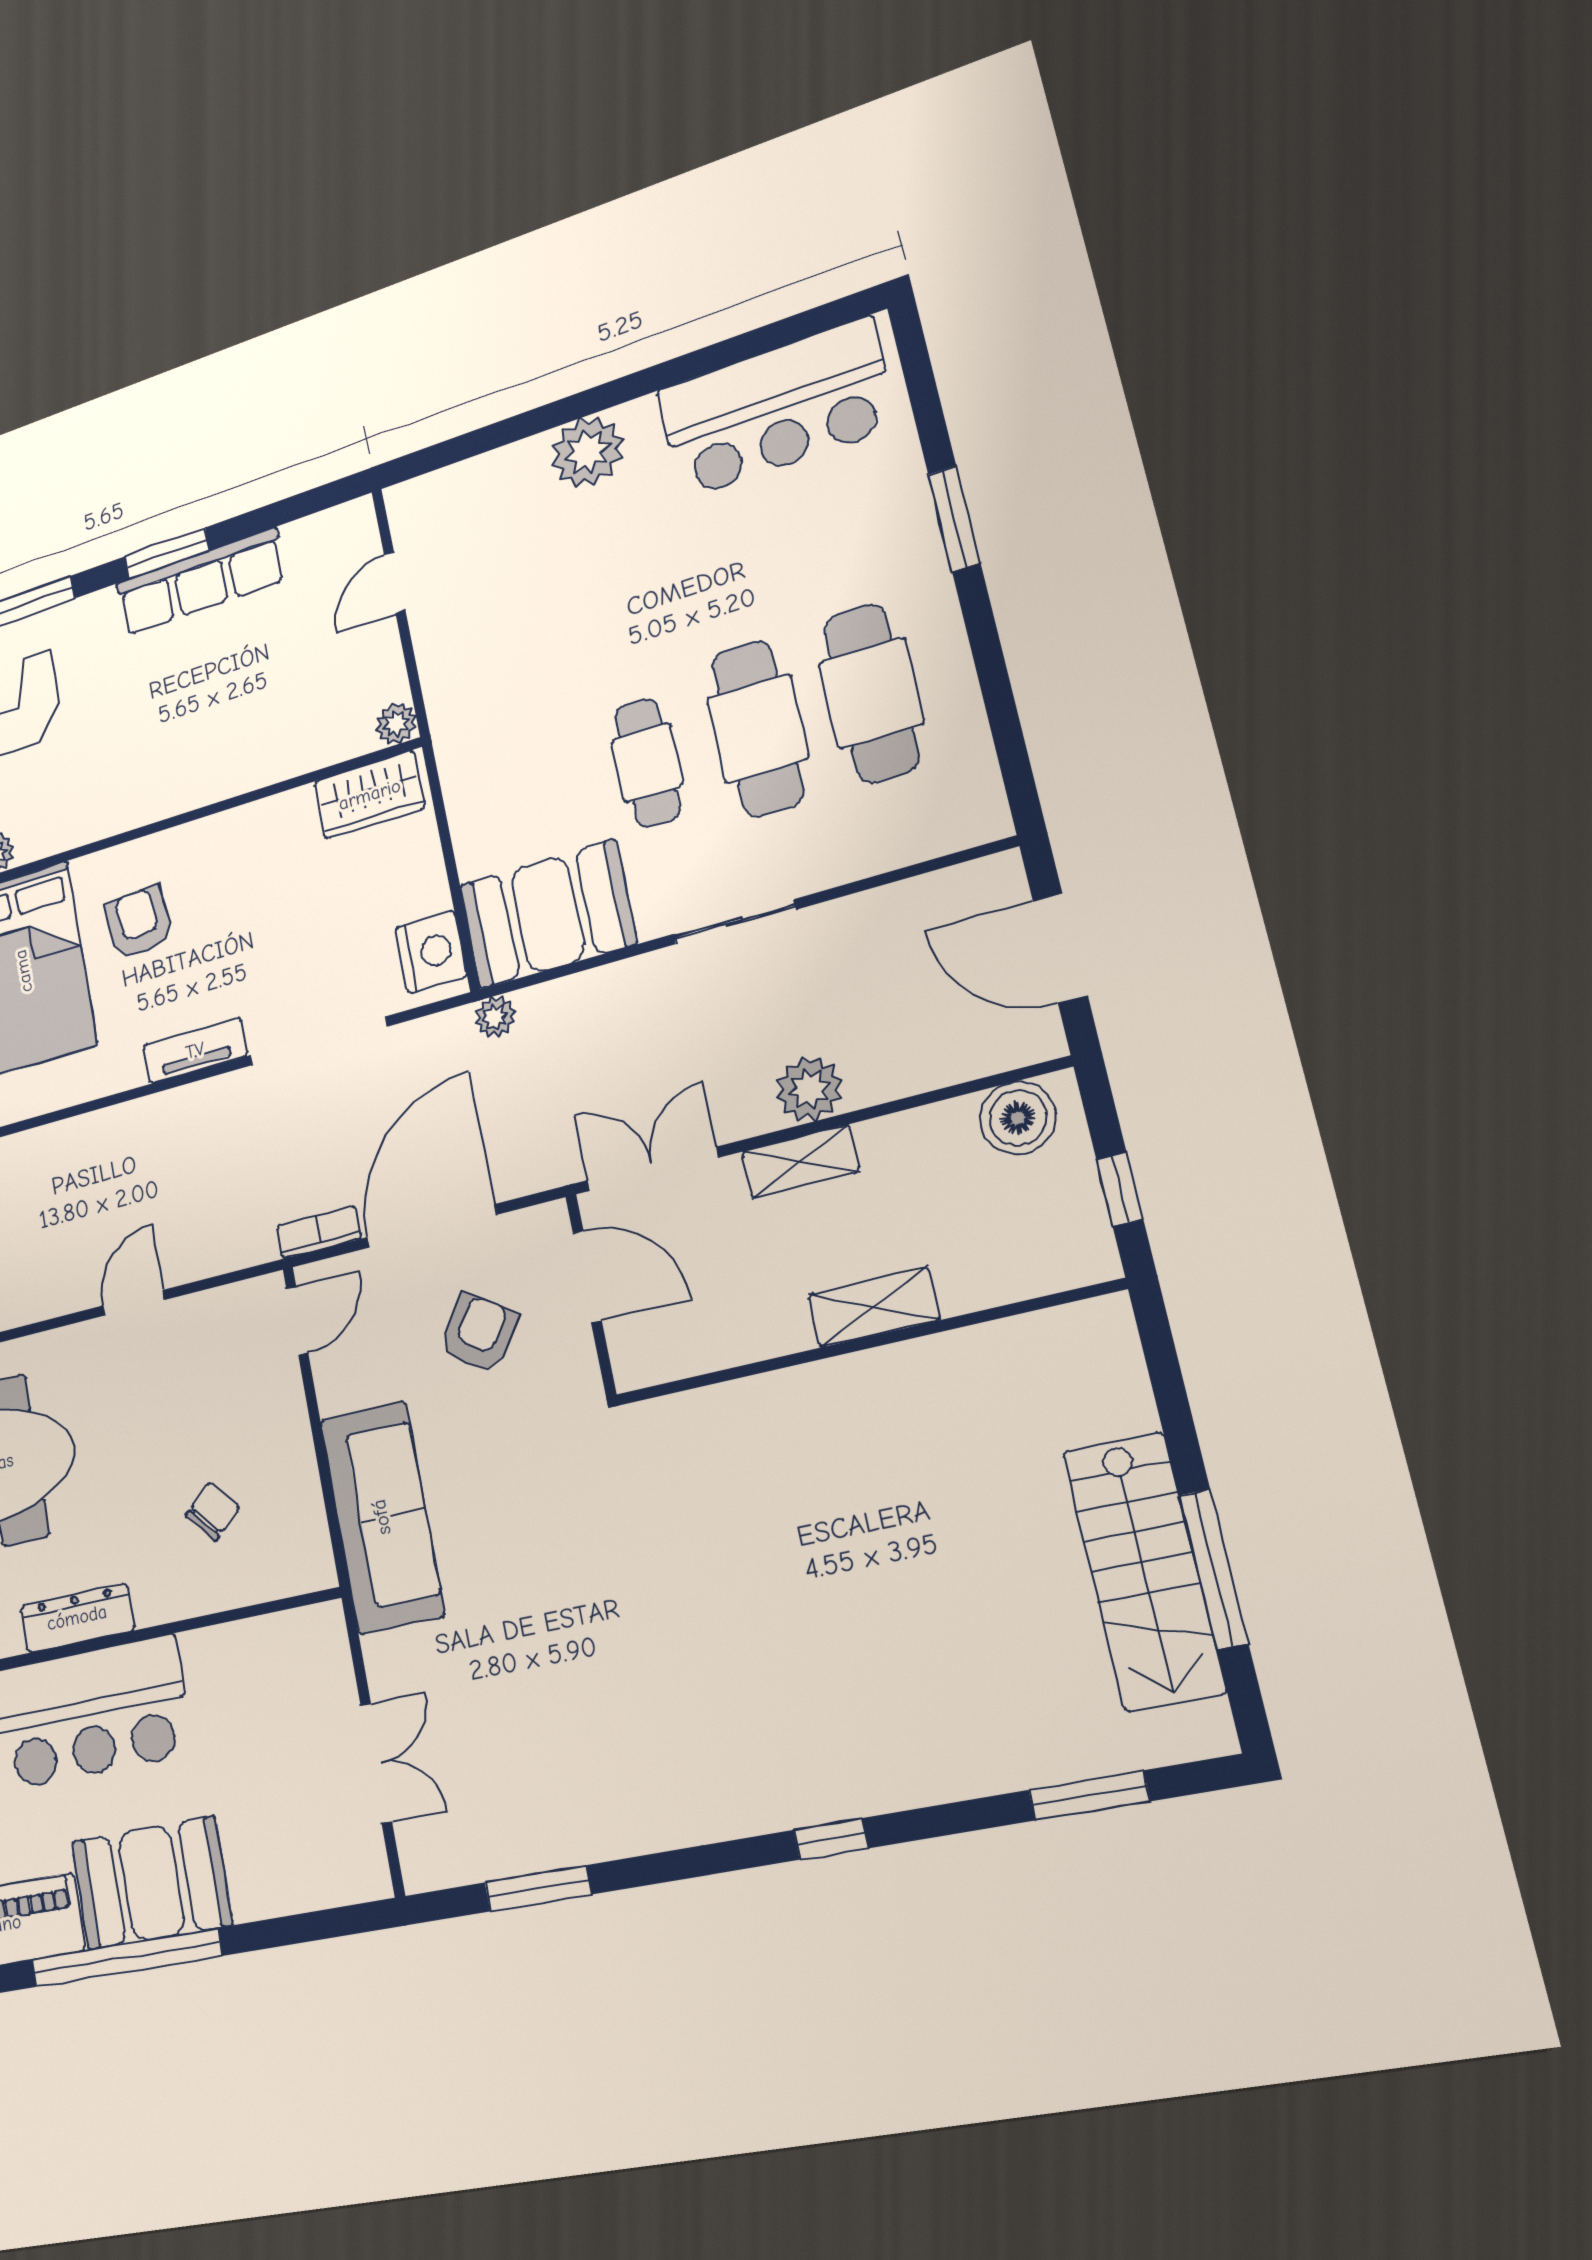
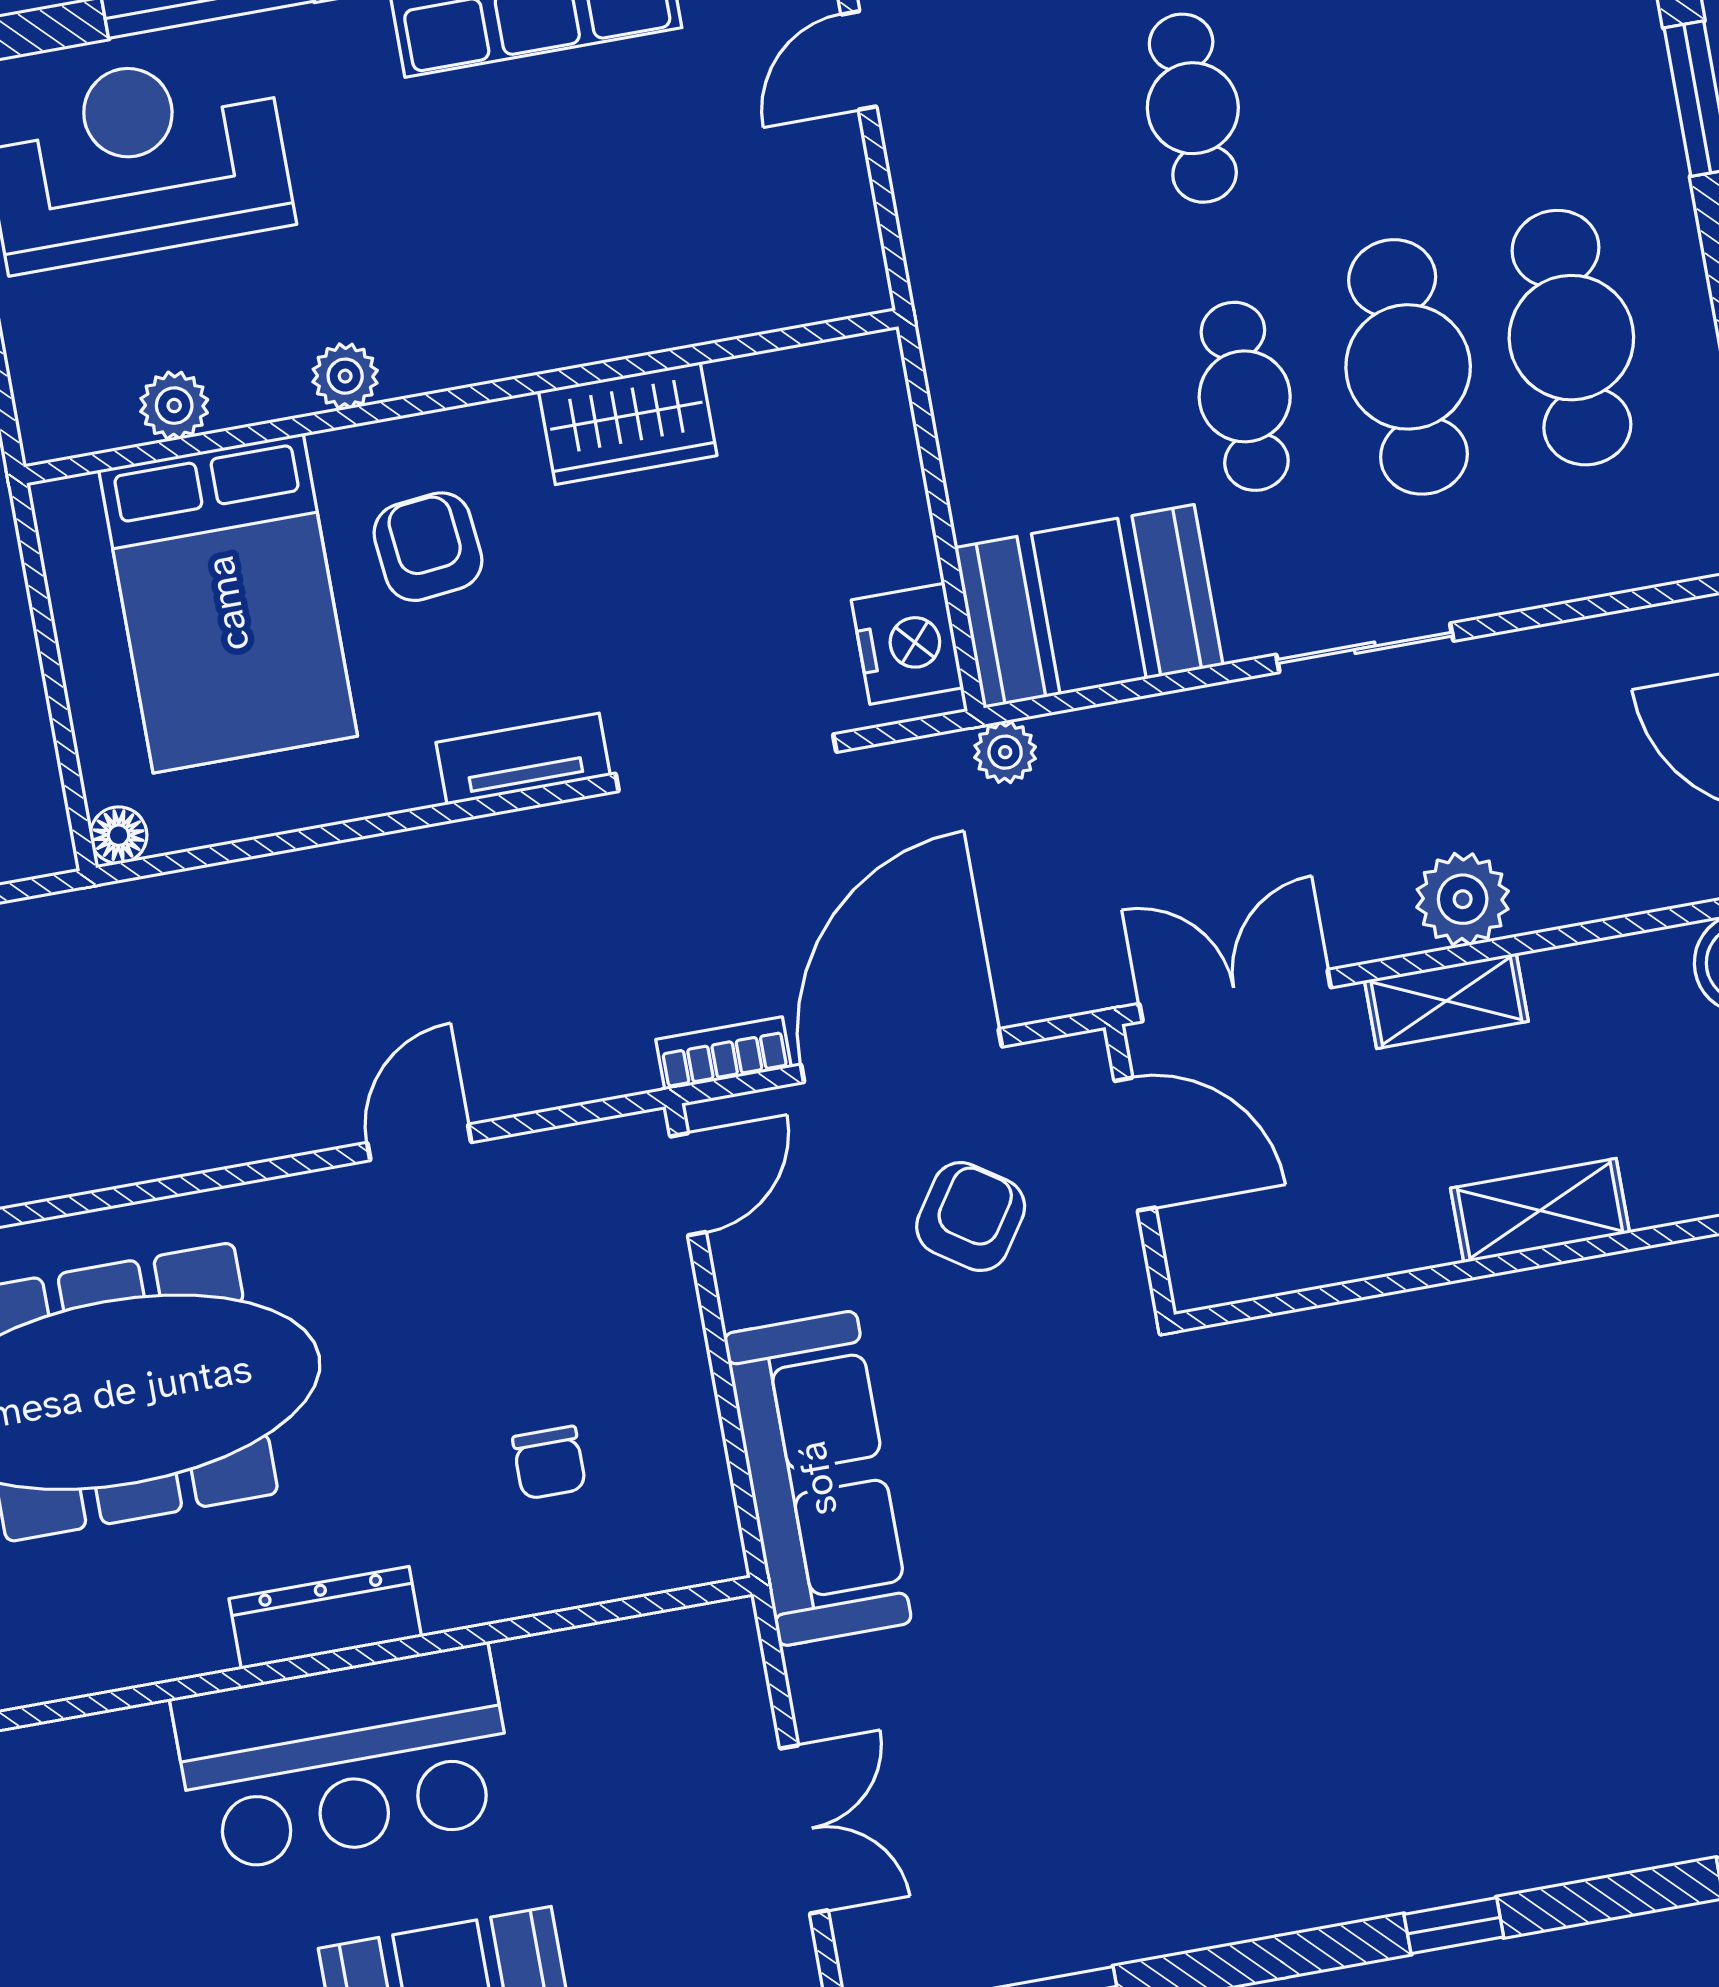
cafe table: (608, 579) -> (1193, 108), added
plant: (396, 724) -> (345, 376), moved
wardrobe: (370, 795) -> (628, 423), moved
chair: (213, 1511) -> (549, 1463), turned 131

